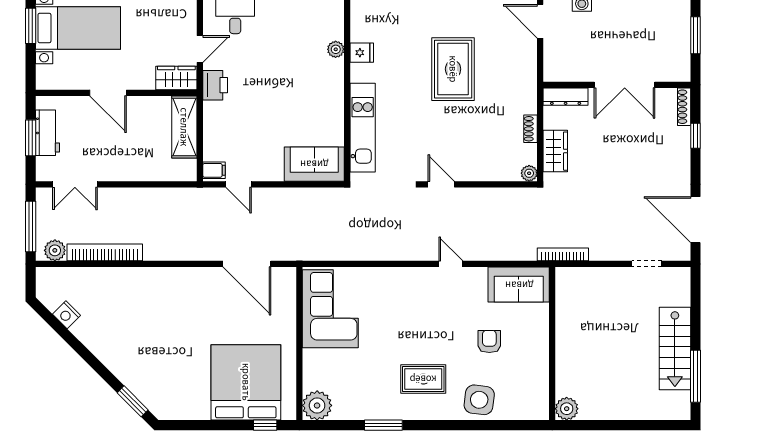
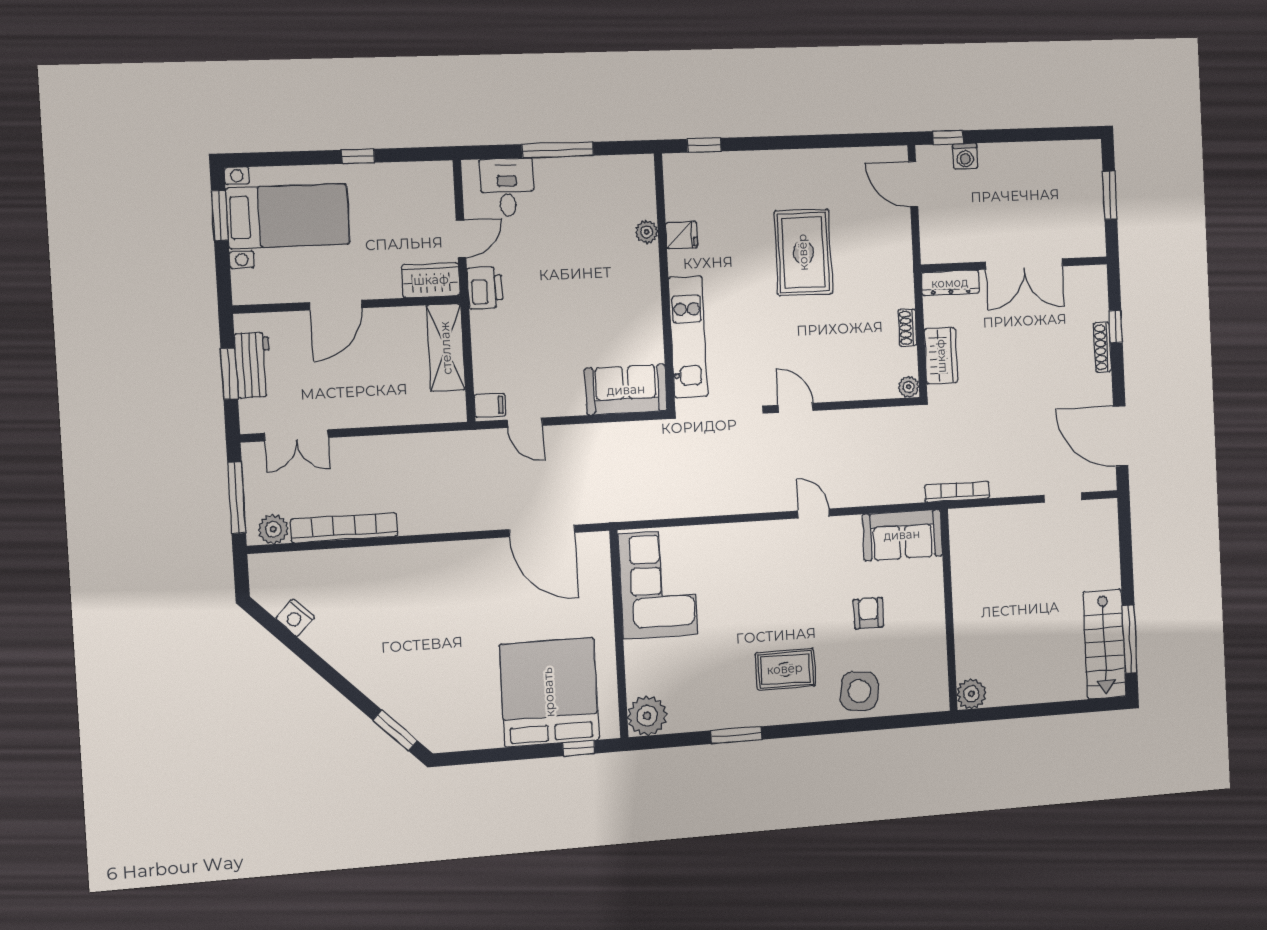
door: (108, 93) -> (336, 305), hinge flipped
shoe rack: (684, 107) -> (1102, 347), moved
stairs: (675, 349) -> (1104, 644), moved

